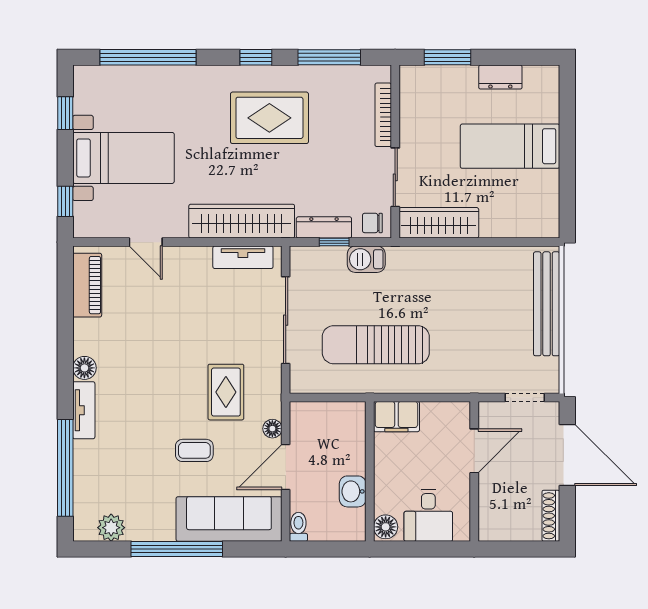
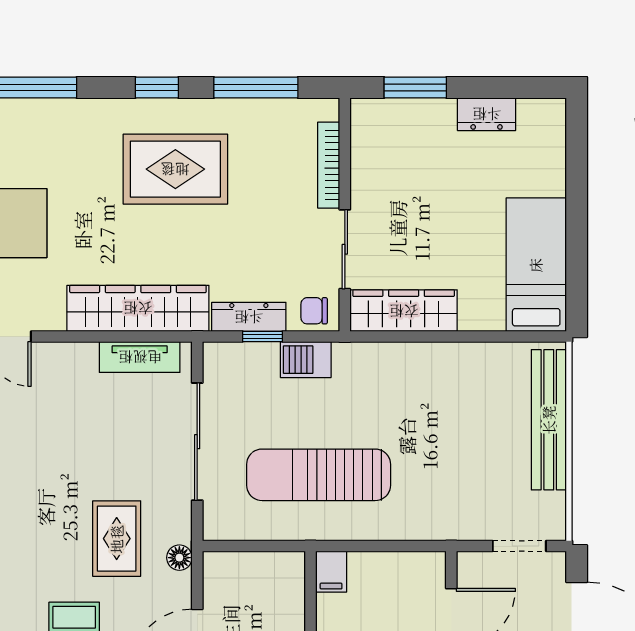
bed: (510, 146) -> (536, 265), moved, turned 90
filing cabinet: (396, 417) -> (331, 572), width x0.50
floor lamp: (272, 429) -> (179, 558), moved

